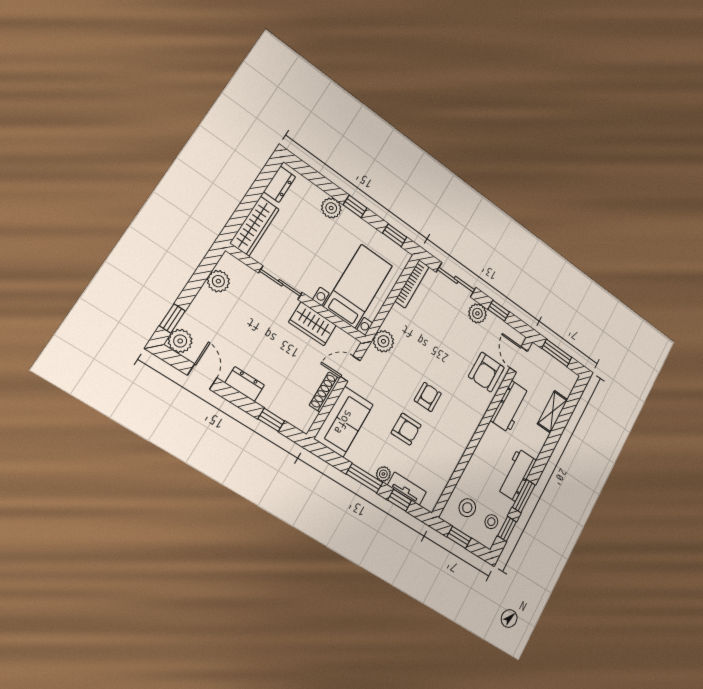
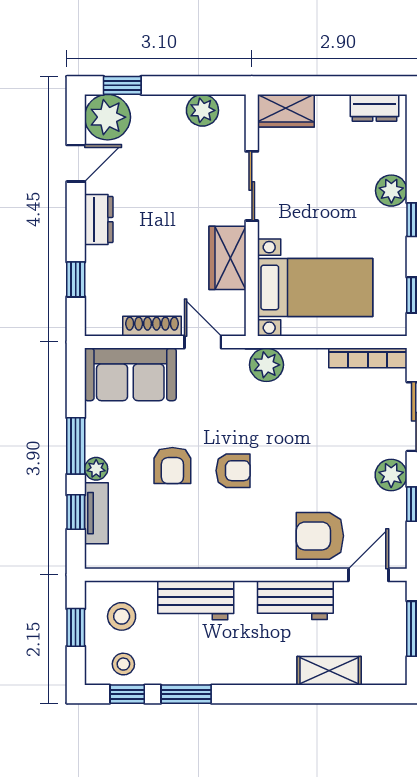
wardrobe: (255, 226) -> (286, 111), width x0.67
plant: (180, 341) -> (108, 117), width x1.36, depth x1.36
workbench: (517, 475) -> (196, 600), moved, turned 180

